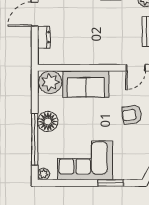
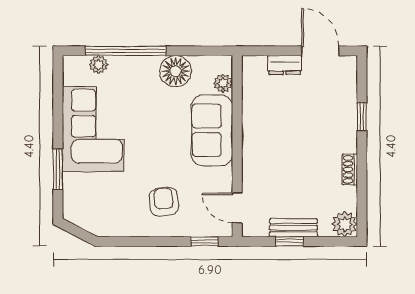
plant: (50, 82) -> (223, 83), width x0.53, depth x0.53
floor lamp: (48, 122) -> (176, 71), moved
plant: (44, 174) -> (99, 65), moved

